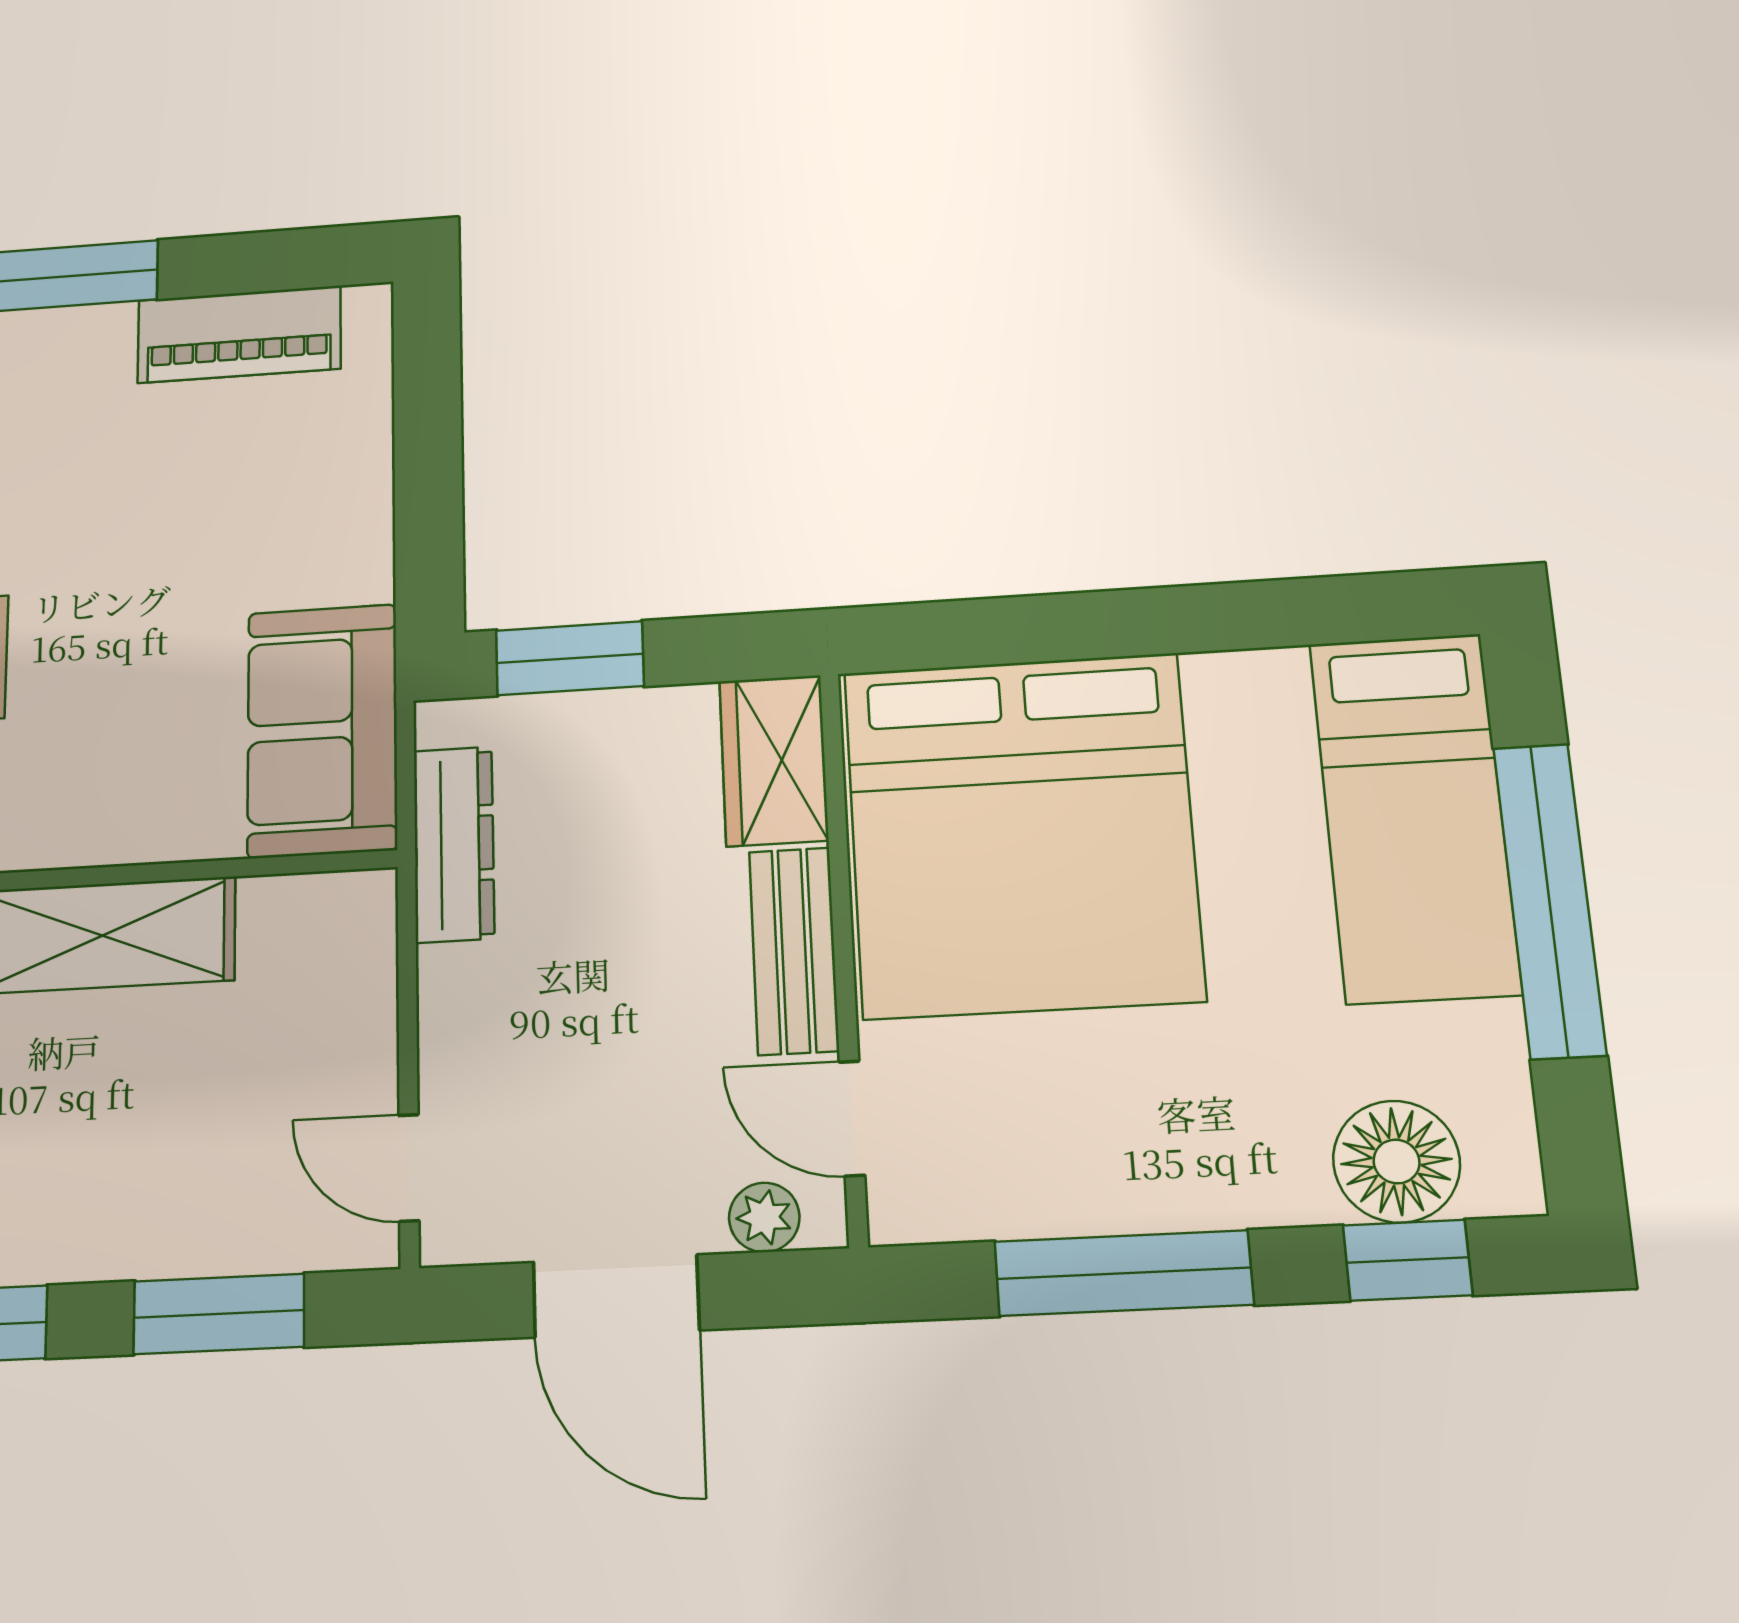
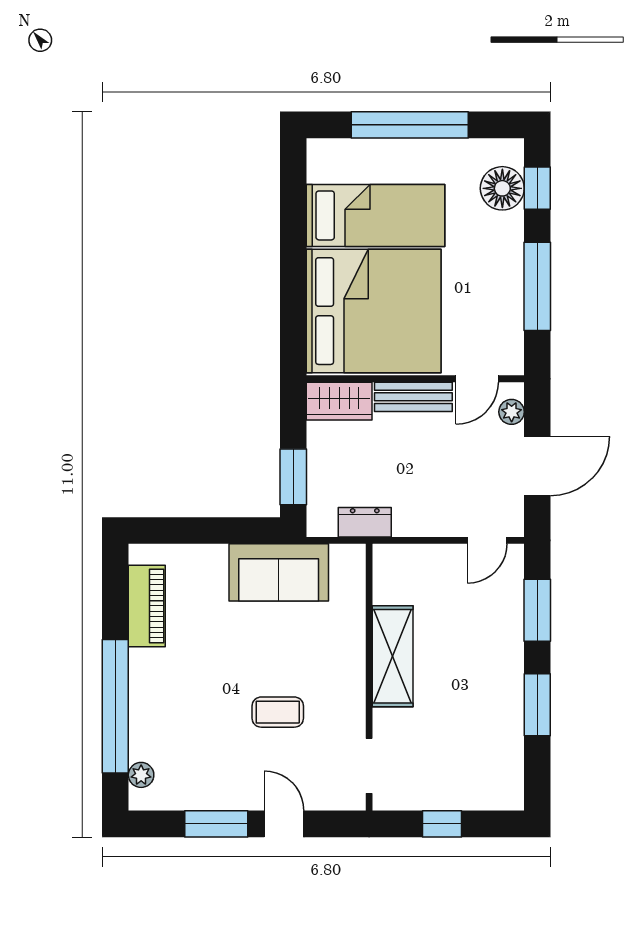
sofa: (322, 730) -> (279, 572), moved
bed: (1414, 816) -> (376, 215), moved
dresser: (454, 844) -> (365, 522), width x0.70

